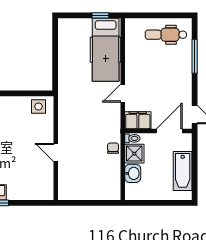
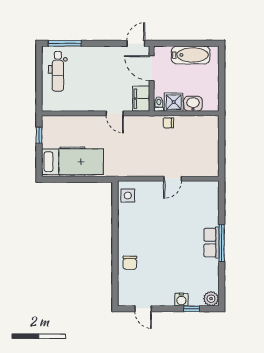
hospital bed: (106, 50) -> (72, 162), moved
window: (195, 56) -> (65, 43), moved

